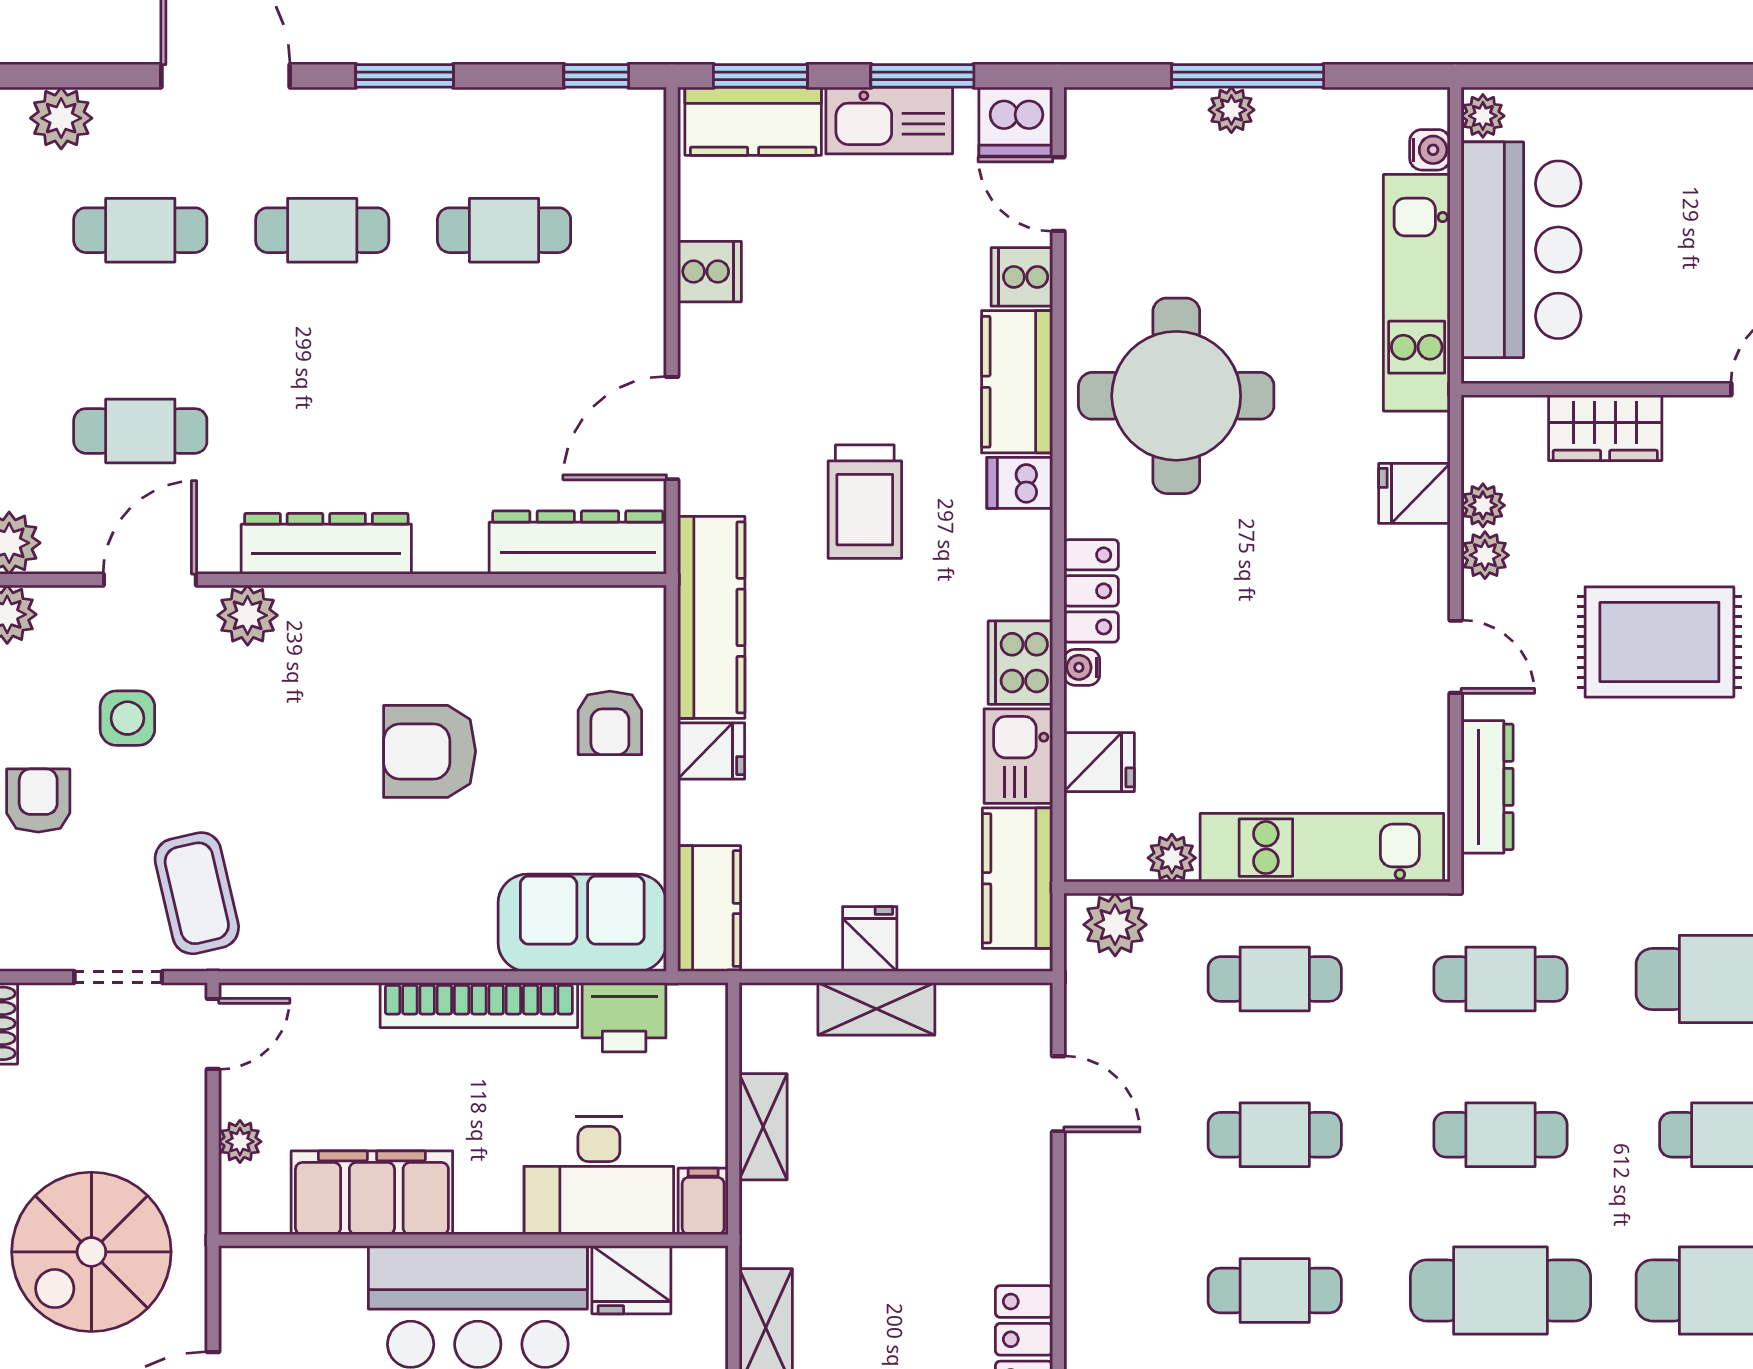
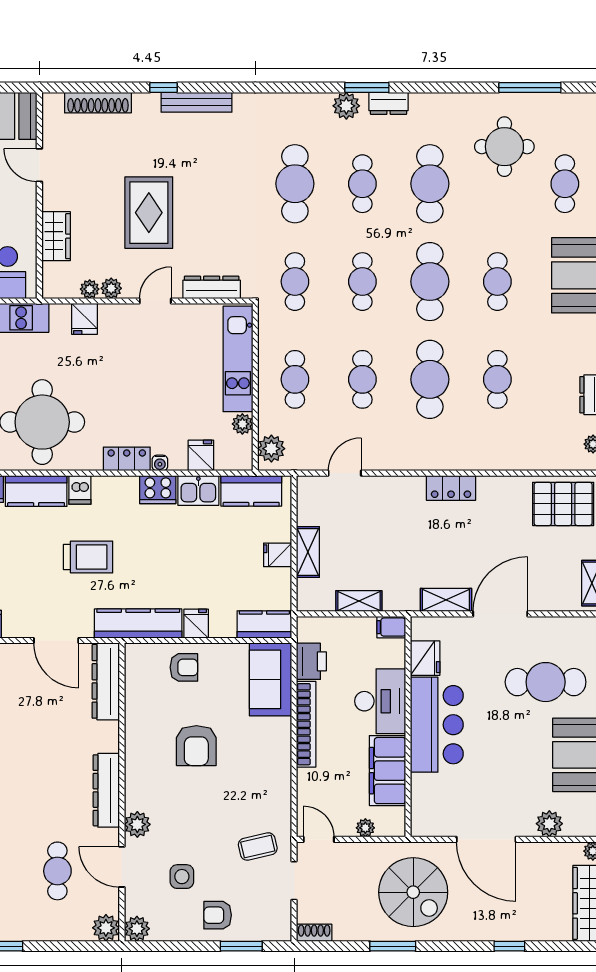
coffee table: (197, 893) -> (258, 846), width x0.73, depth x0.77
desk: (599, 1176) -> (380, 701), moved
cafe table: (1275, 1290) -> (430, 379), width x1.37, depth x1.35

